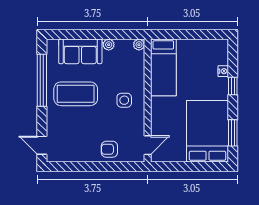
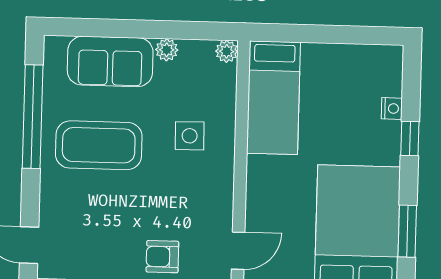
side table: (124, 100) -> (190, 136), moved

